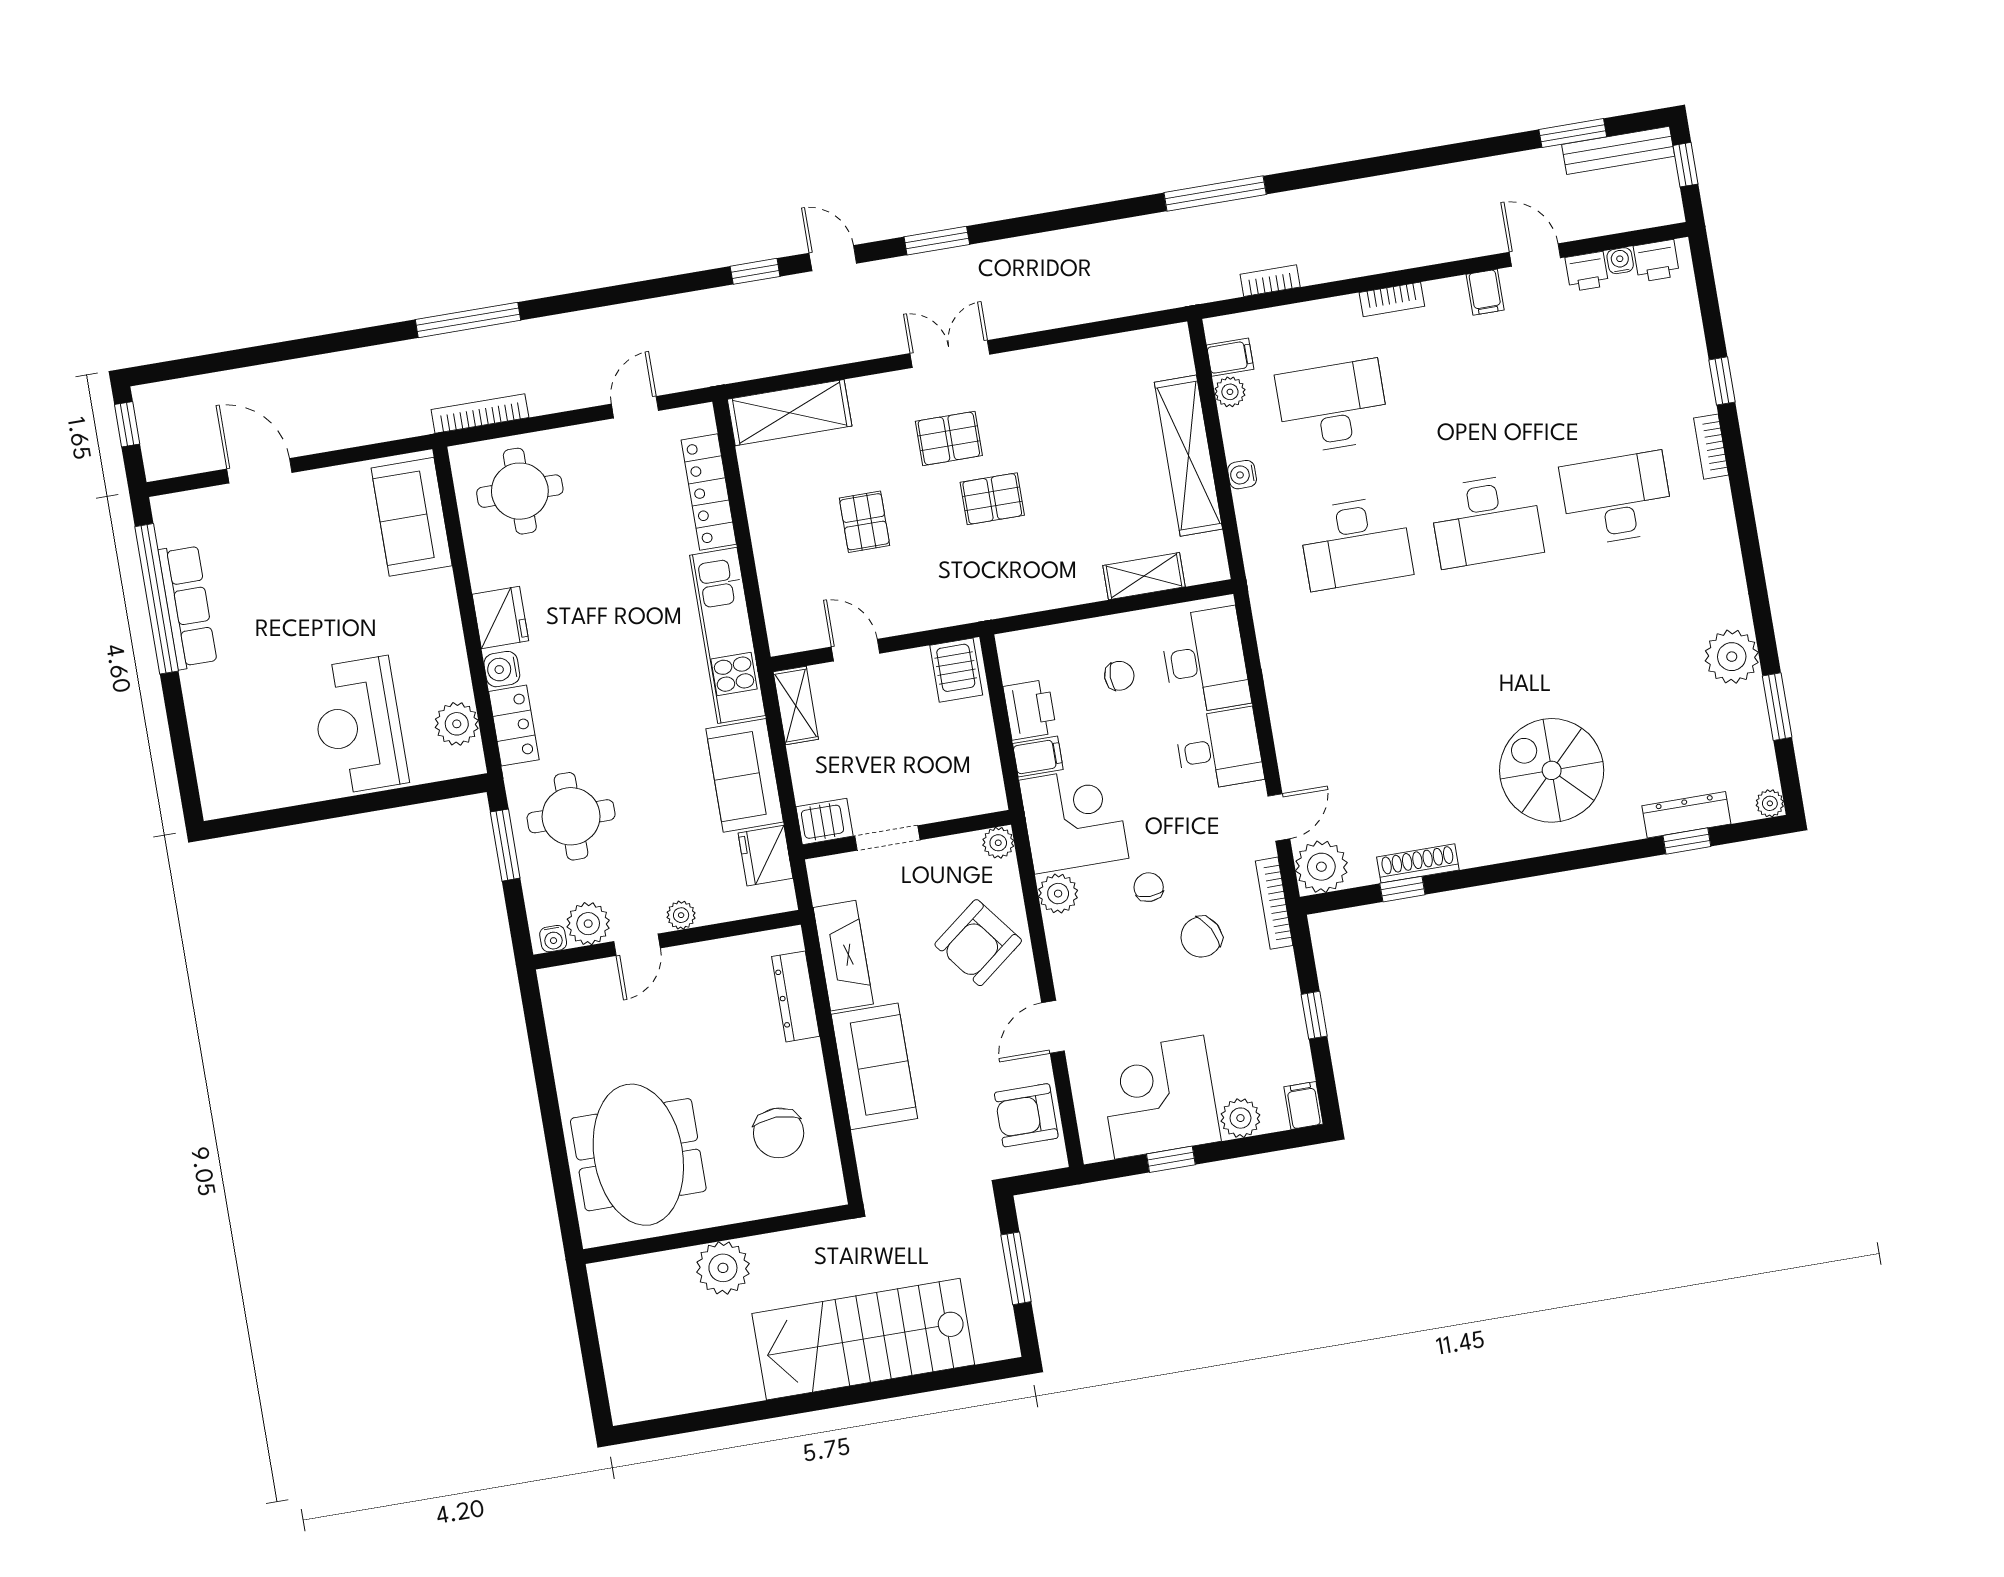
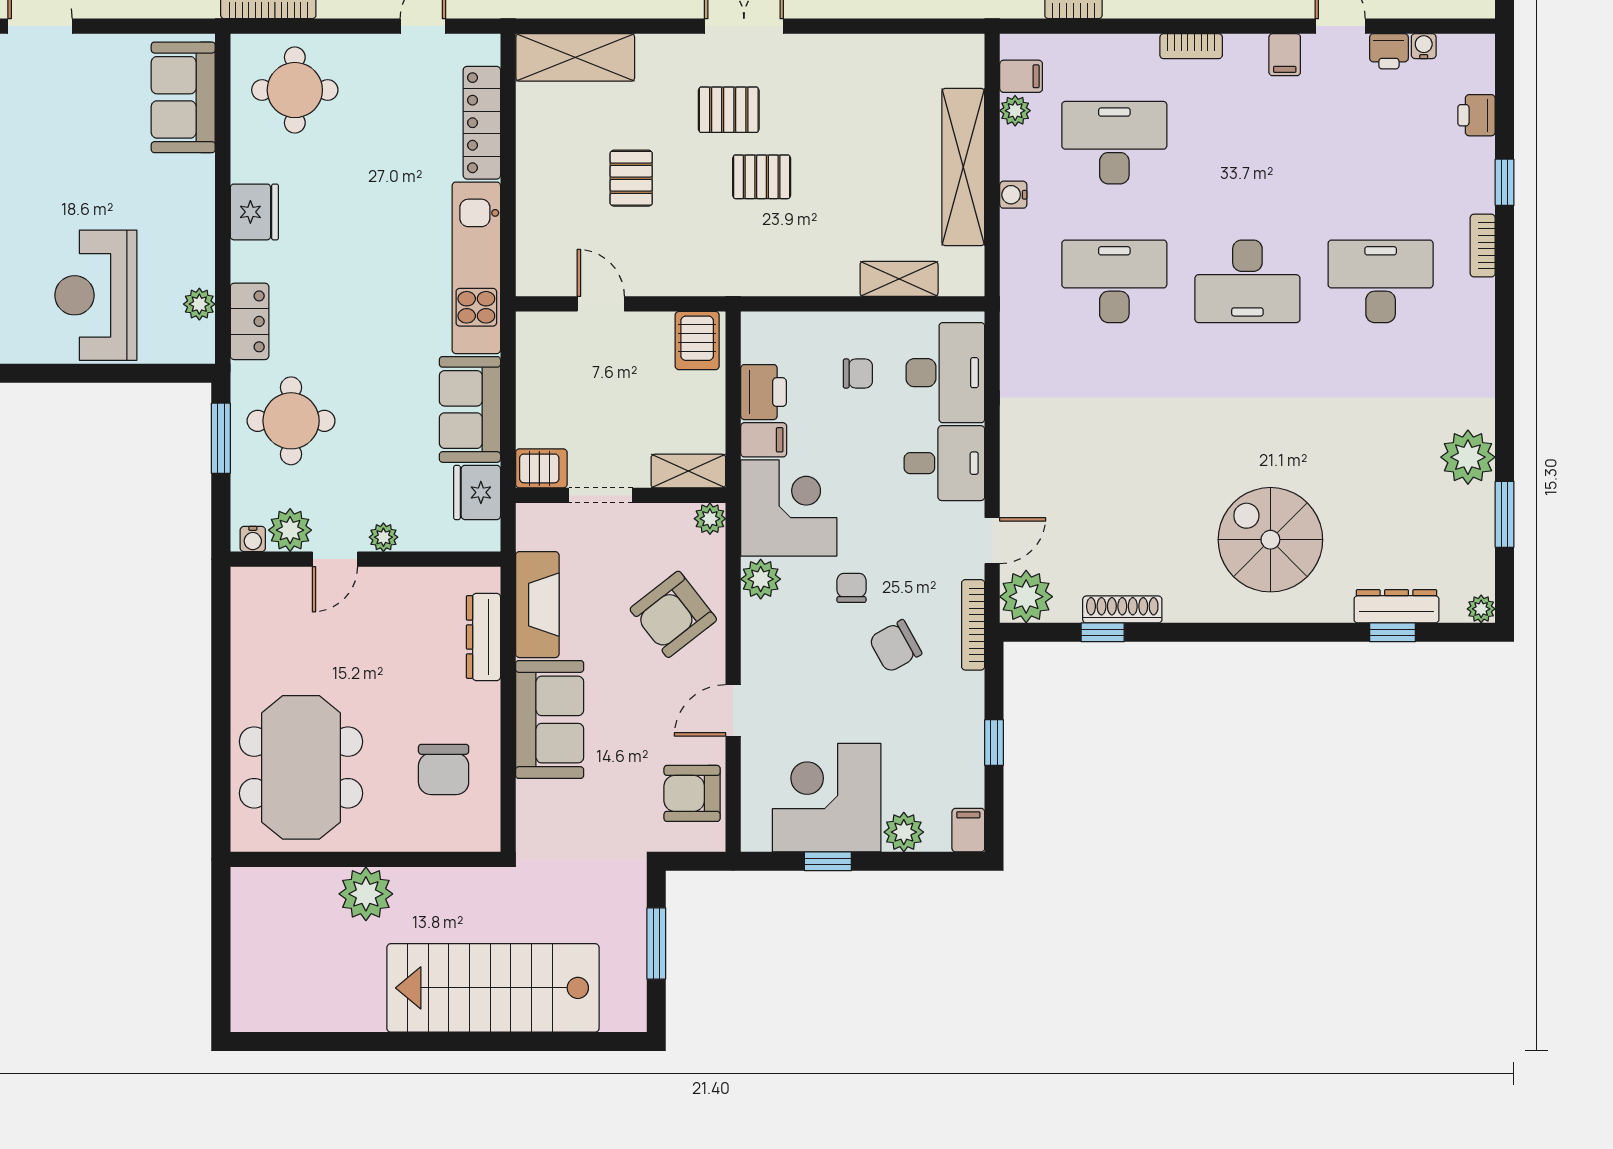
printer: (1656, 261) -> (1476, 115), moved, turned 90
desk: (1356, 543) -> (1114, 281), turned 180
water cooler: (502, 669) -> (247, 263), removed
shelving: (796, 706) -> (688, 471), moved, turned 90
plant: (457, 724) -> (199, 304), width x0.73, depth x0.73

